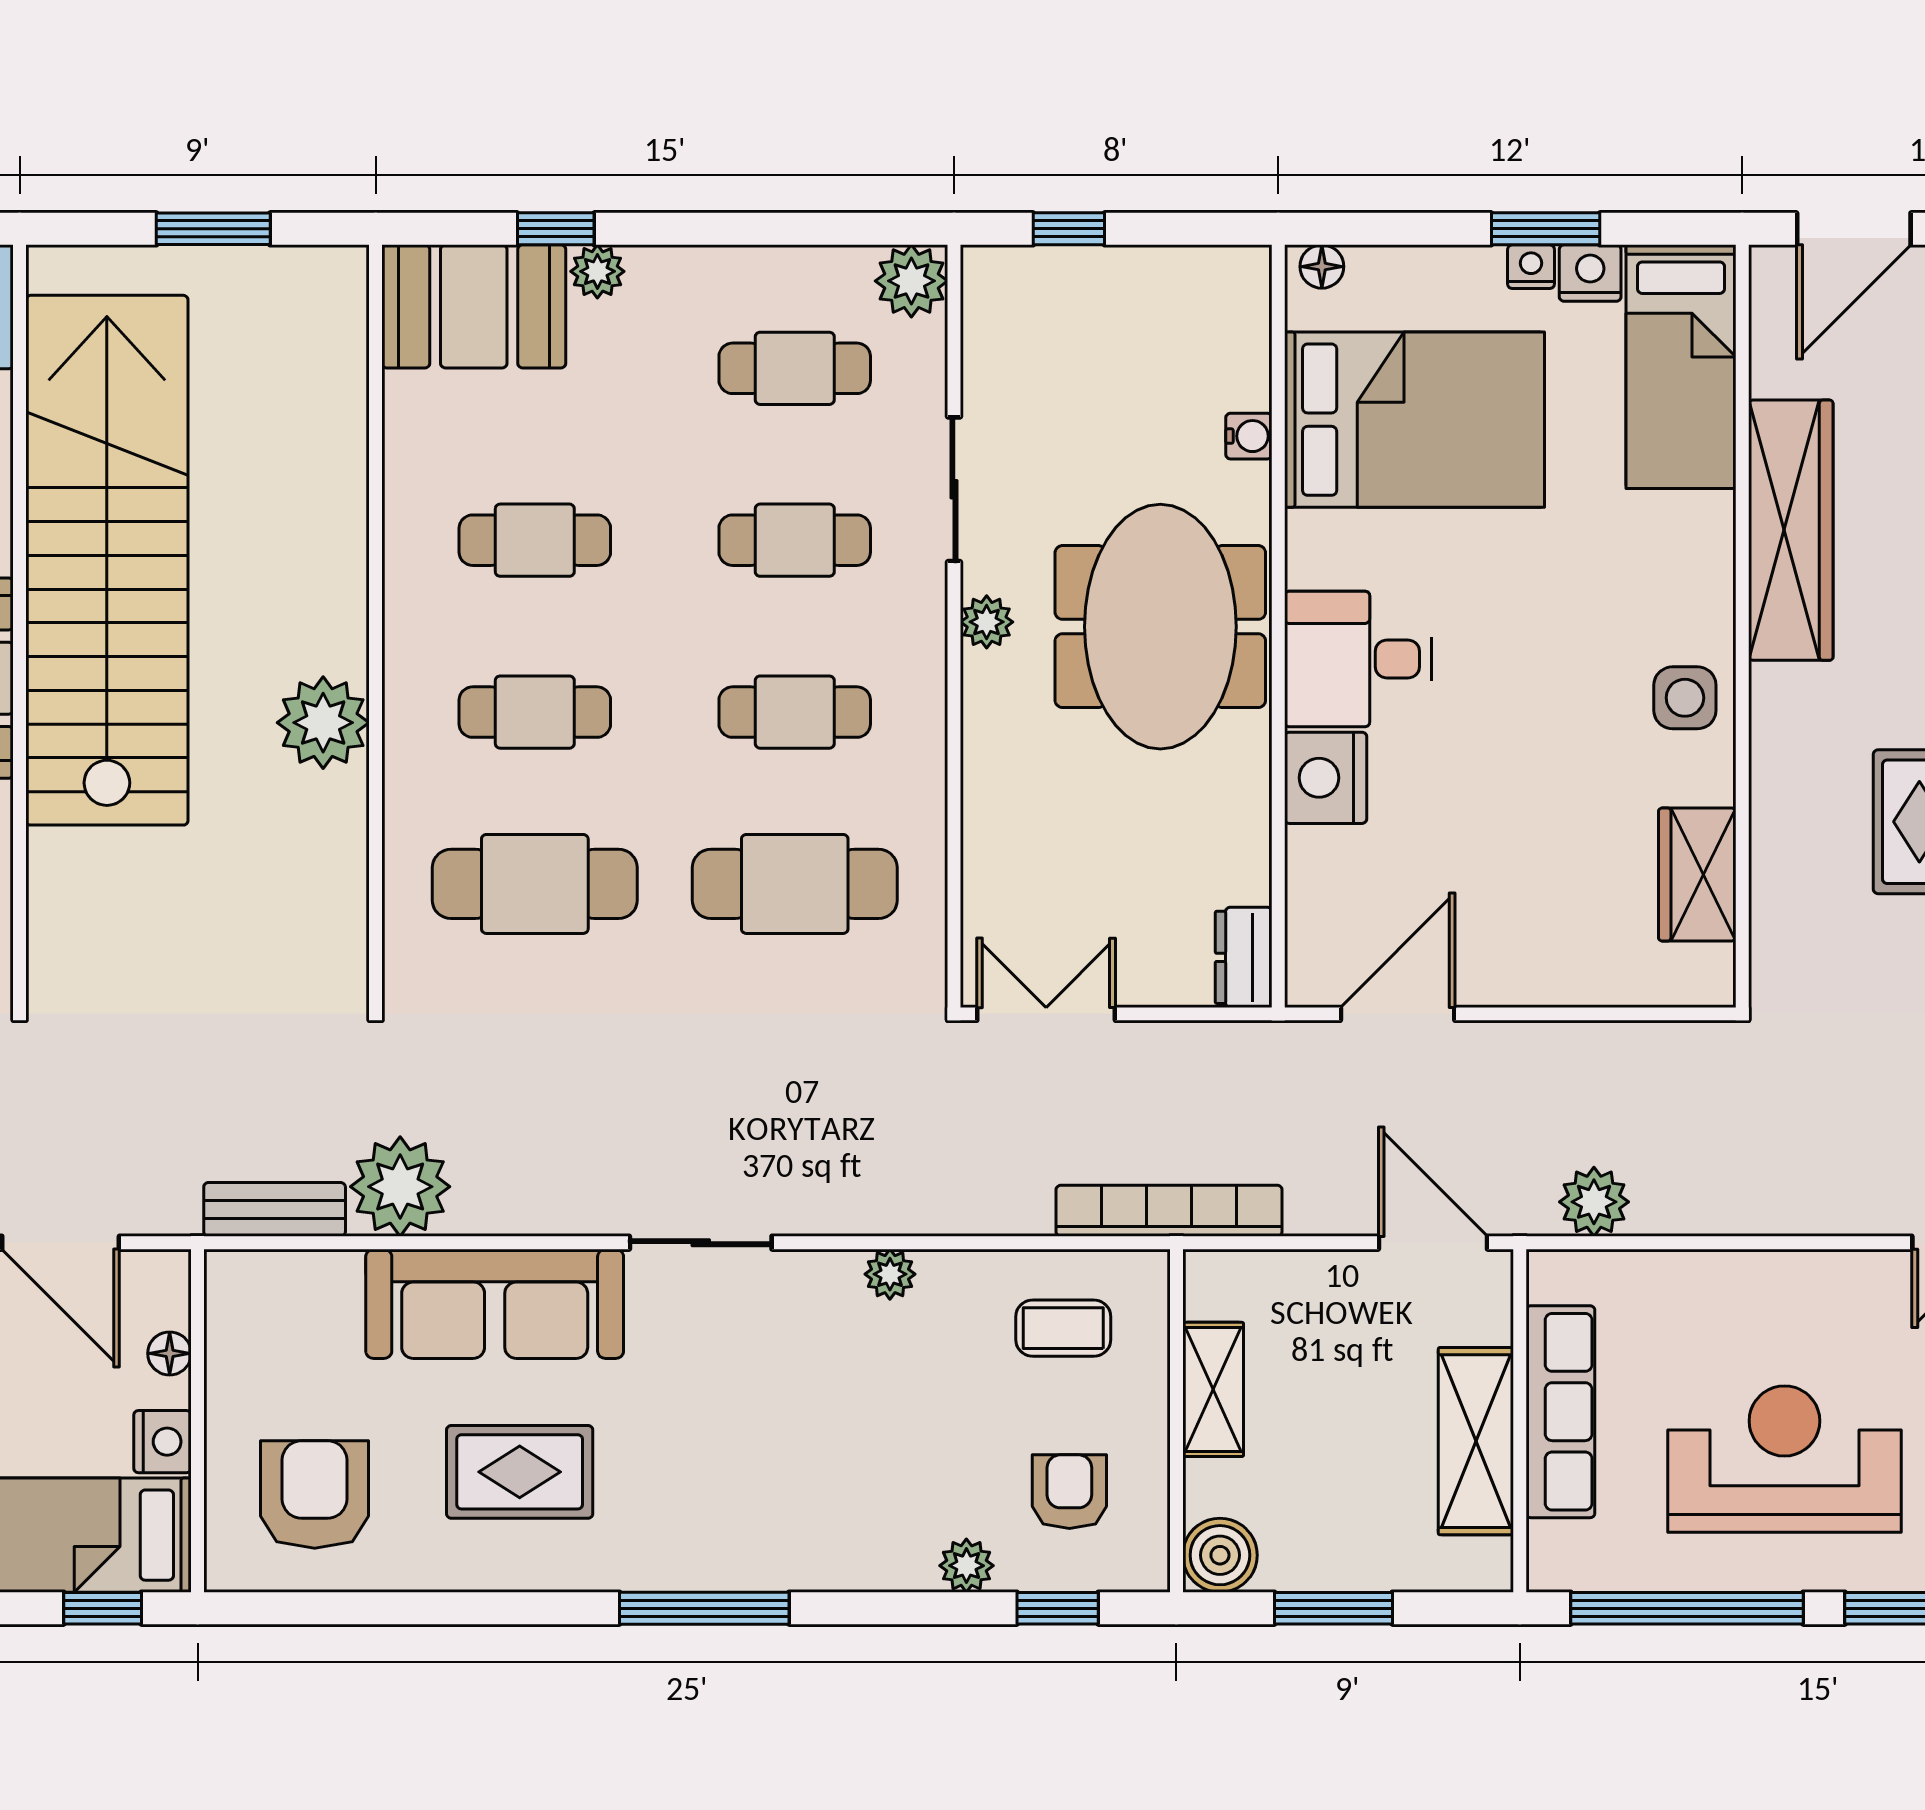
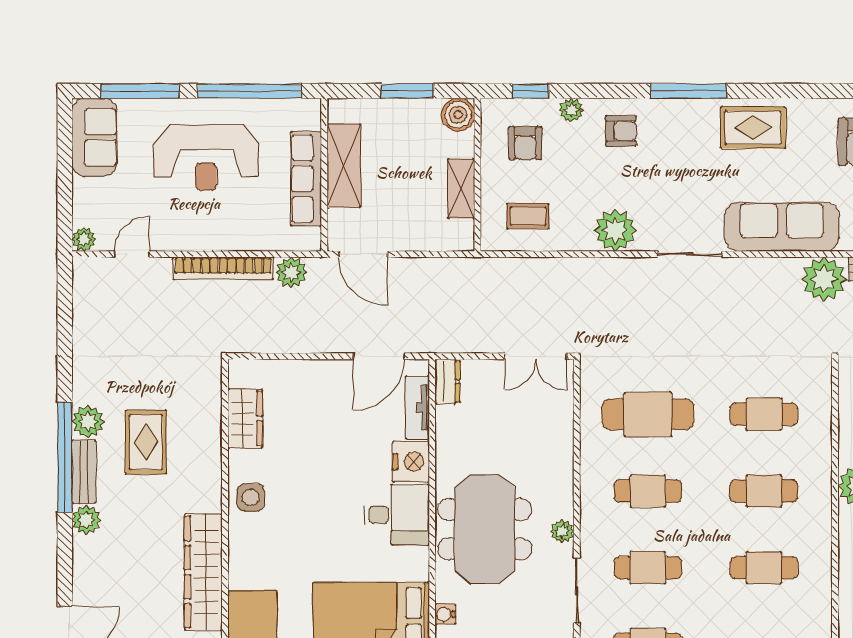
cafe table: (535, 884) -> (764, 414), width x0.73, depth x0.74
tv unit: (1311, 899) -> (417, 408), added
bookcase: (1169, 1211) -> (223, 268), moved
plant: (890, 1274) -> (615, 230), width x1.88, depth x1.88
rug: (520, 1472) -> (753, 128), moved
armchair: (855, 1519) -> (621, 131), added

